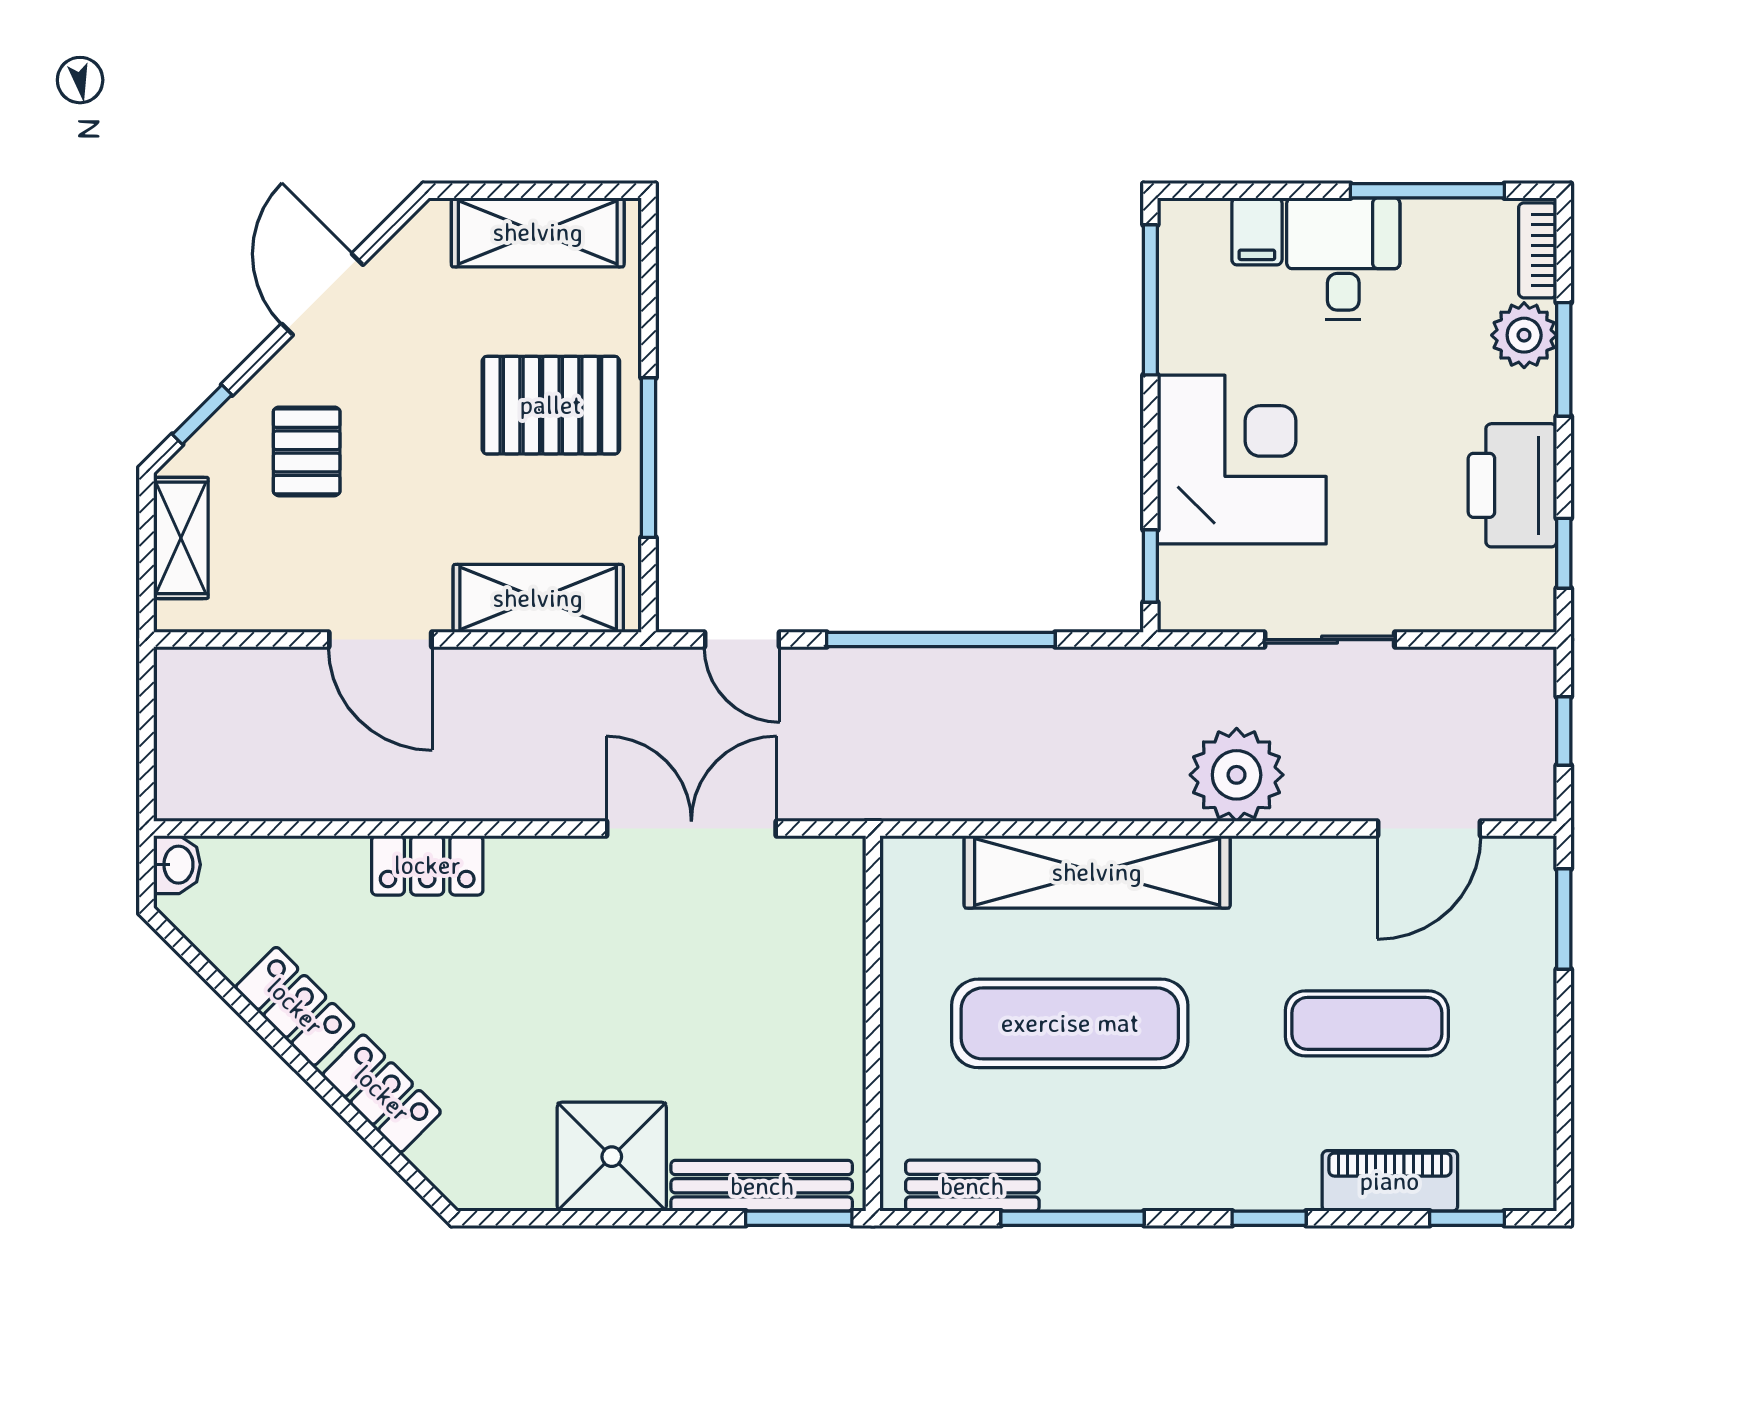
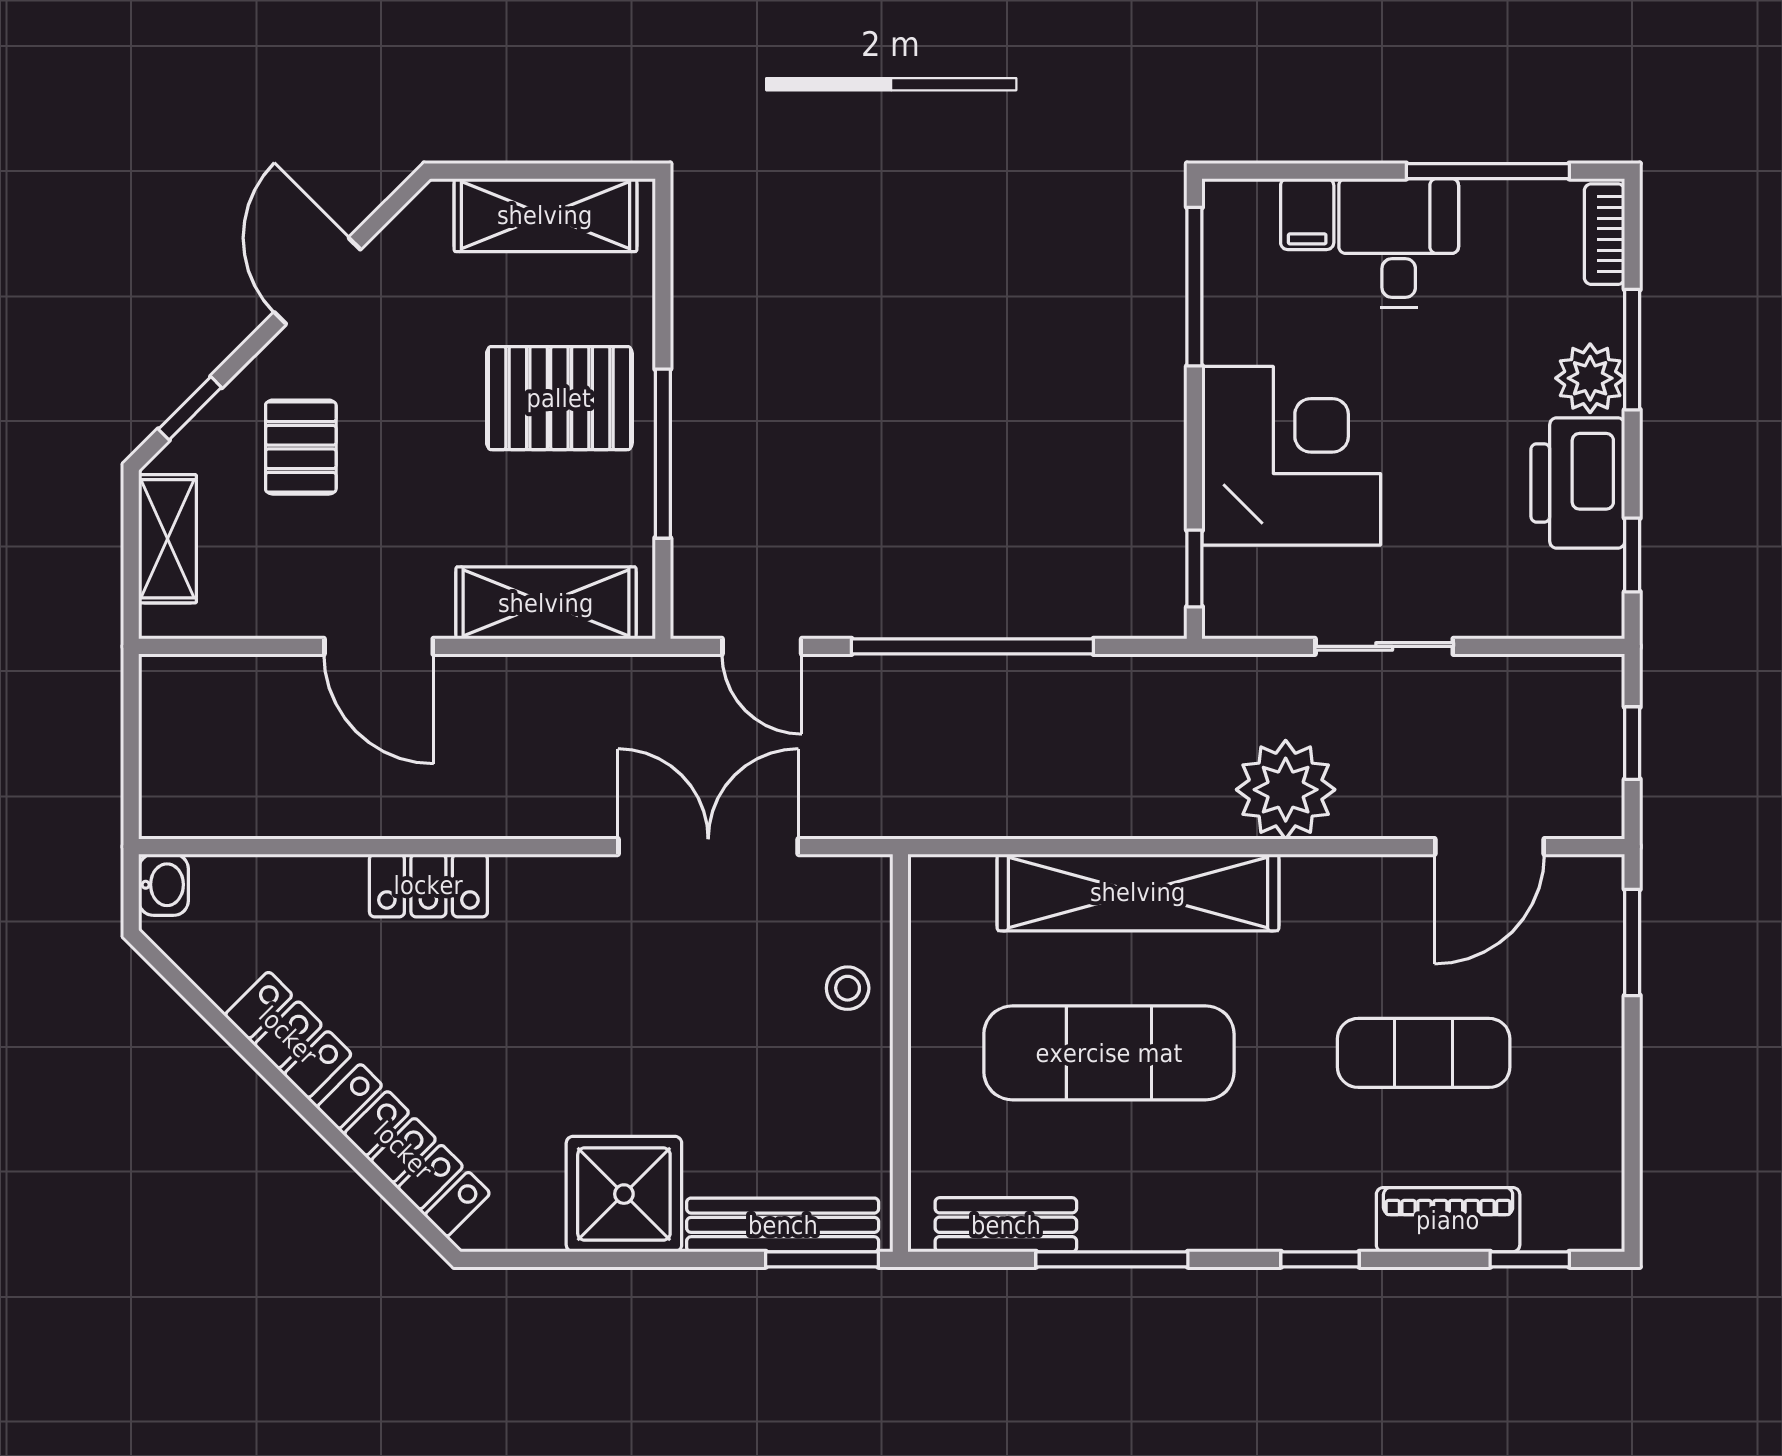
plant: (1524, 335) -> (1590, 378), moved
stool: (823, 962) -> (848, 988), added
locker: (382, 1093) -> (403, 1150), width x1.53

